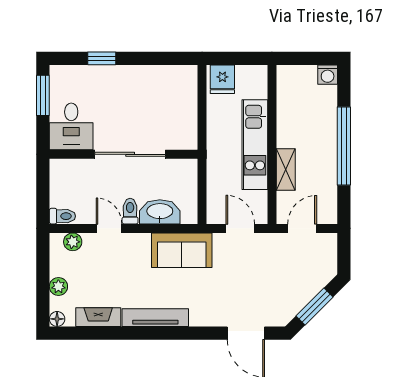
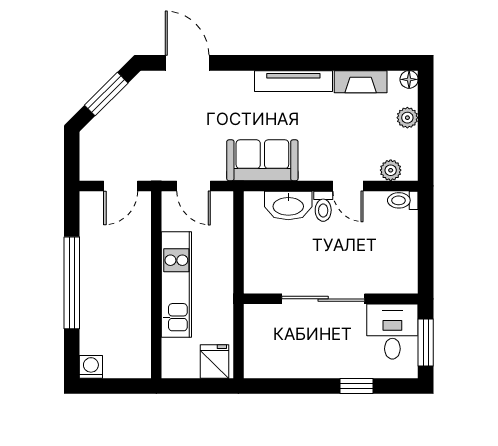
desk: (71, 126) -> (392, 332), moved
wall: (124, 154) -> (331, 299), moved
sliding door: (130, 154) -> (323, 299), moved
shelving: (286, 170) -> (140, 255), removed

